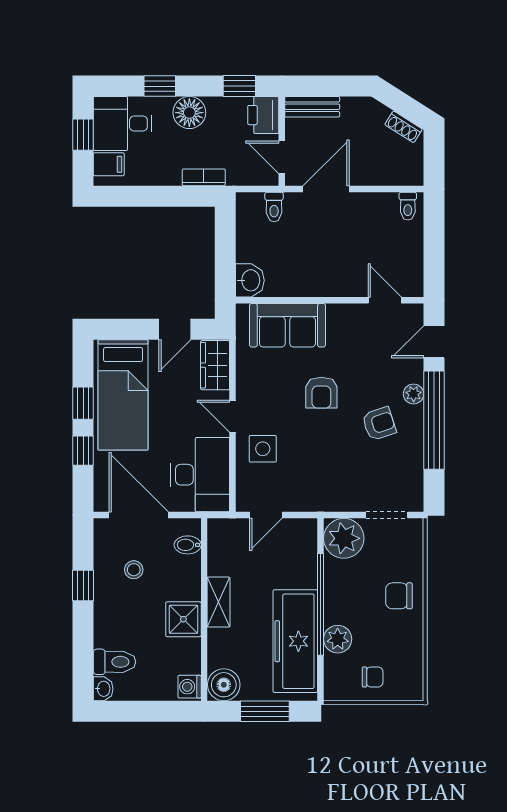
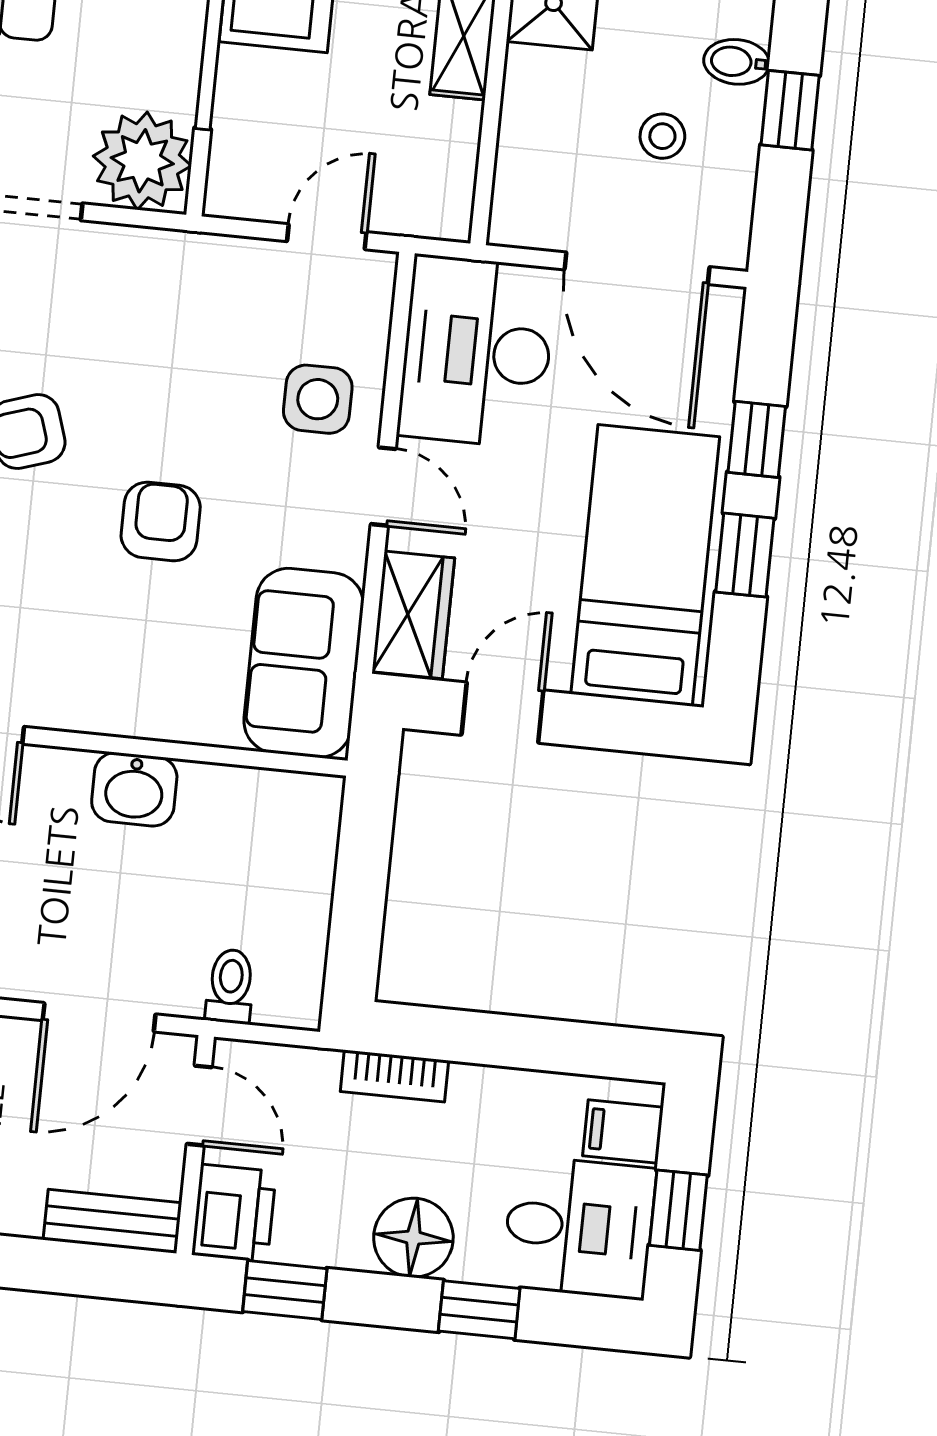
washbasin: (250, 280) -> (134, 789), moved, turned -90
sofa: (287, 325) -> (304, 663), moved, turned -90
bidet: (188, 545) -> (736, 62), moved, turned 180

